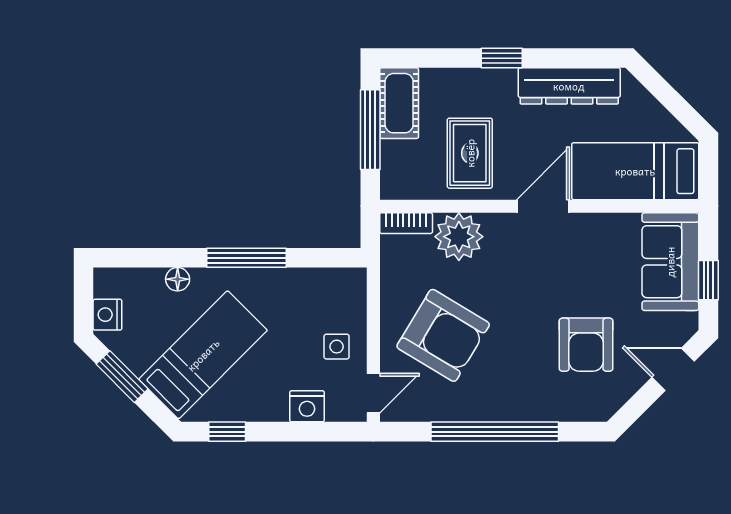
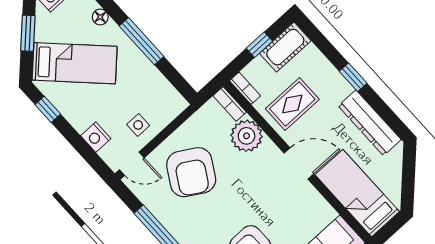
window: (370, 130) -> (259, 45), width x0.46
bookcase: (404, 190) -> (245, 88), added

